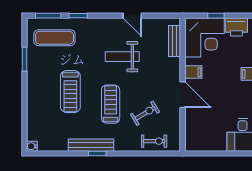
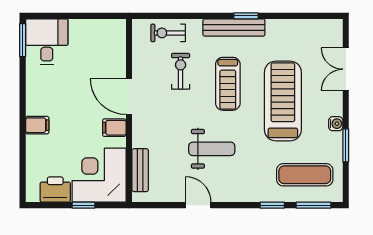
treadmill: (70, 92) -> (283, 101), width x1.37, depth x1.38
exercise bike: (145, 113) -> (181, 71), turned 121
double door: (25, 115) -> (346, 69), added
bench: (91, 145) -> (234, 28), moved
water cooler: (32, 146) -> (336, 124), moved

